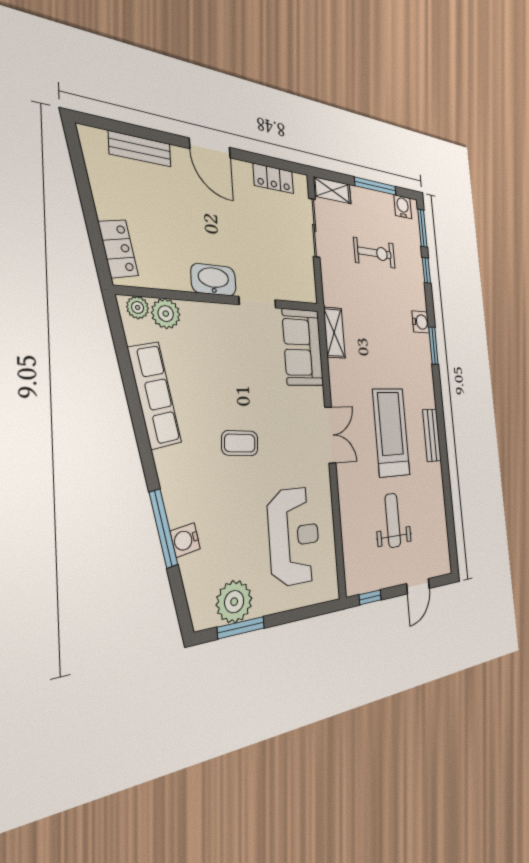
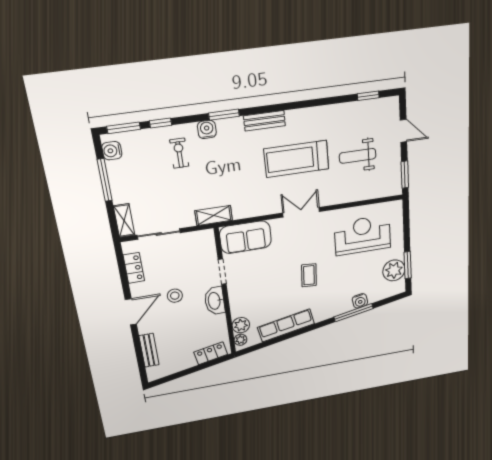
stool: (228, 221) -> (175, 296), added
exercise bike: (375, 253) -> (179, 153), moved, width x0.73, depth x0.72
shelving: (334, 333) -> (214, 216), moved
bench: (432, 435) -> (264, 121), moved
window: (451, 530) -> (368, 96), added
window: (370, 597) -> (405, 175), width x1.50

